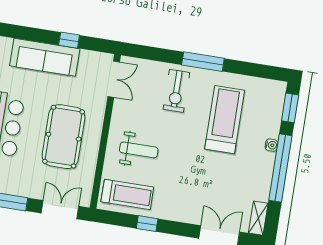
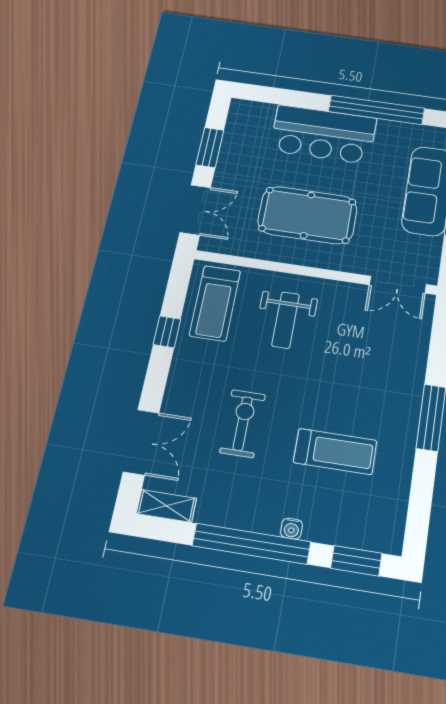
exercise bike: (176, 91) -> (243, 423), moved, turned 90
treadmill: (225, 120) -> (335, 452), width x0.73, depth x0.73

